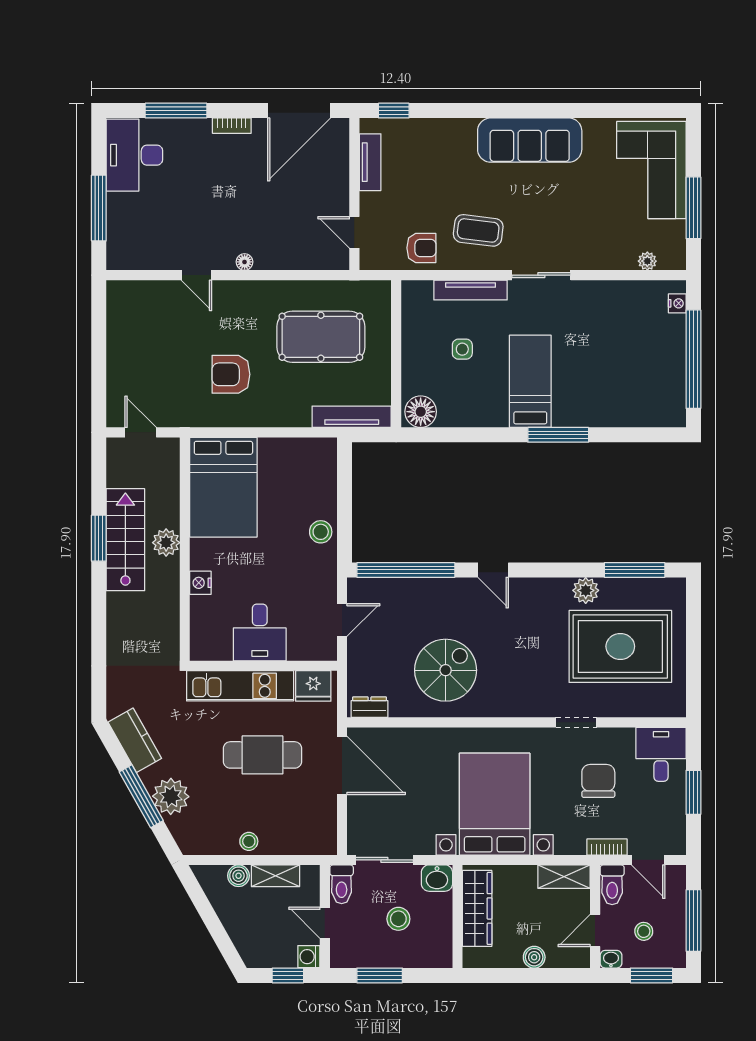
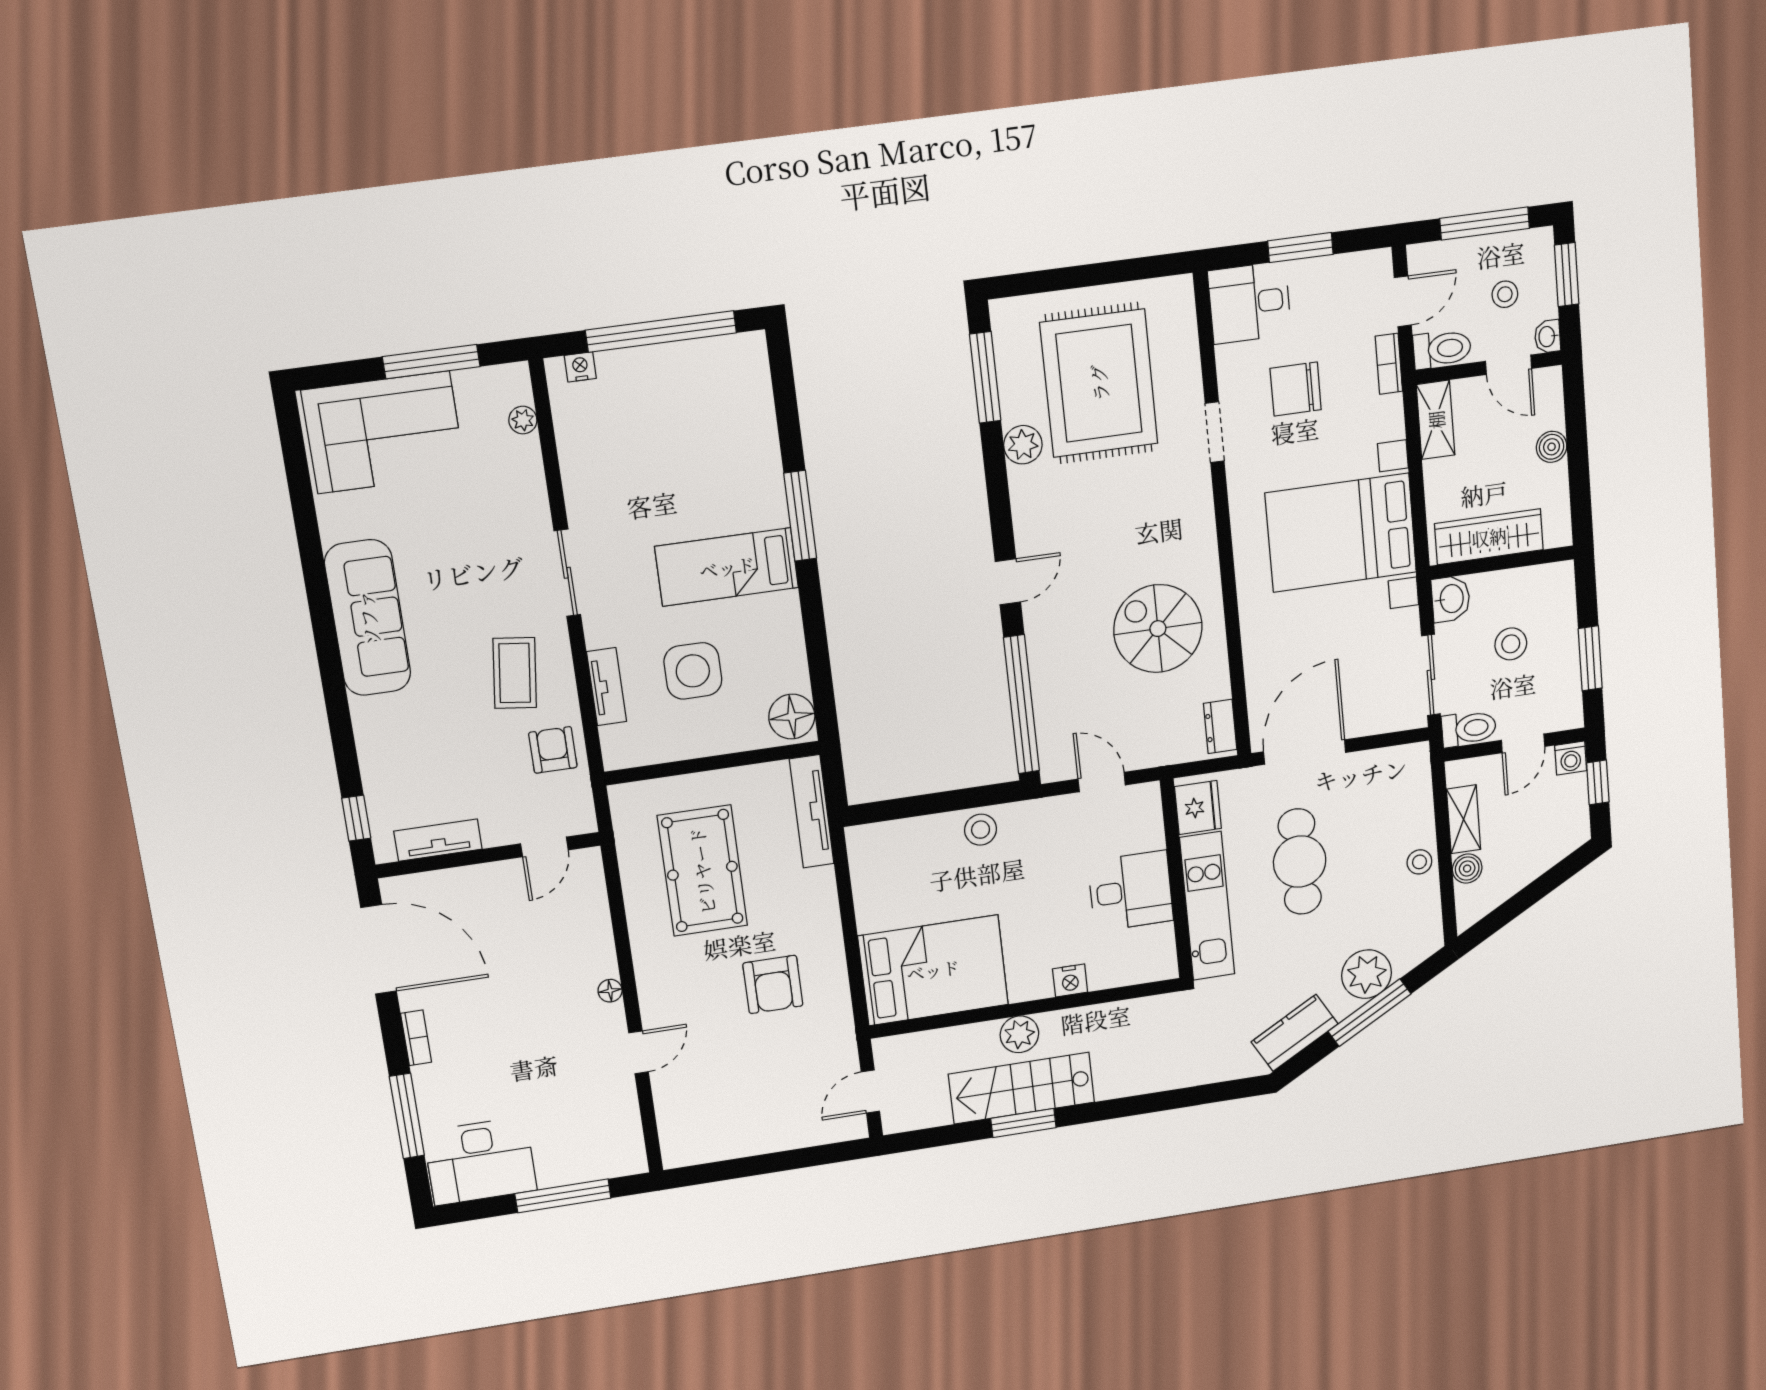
tv unit: (471, 290) -> (607, 687), width x0.71
side table: (462, 349) -> (693, 671), width x1.87, depth x1.87

